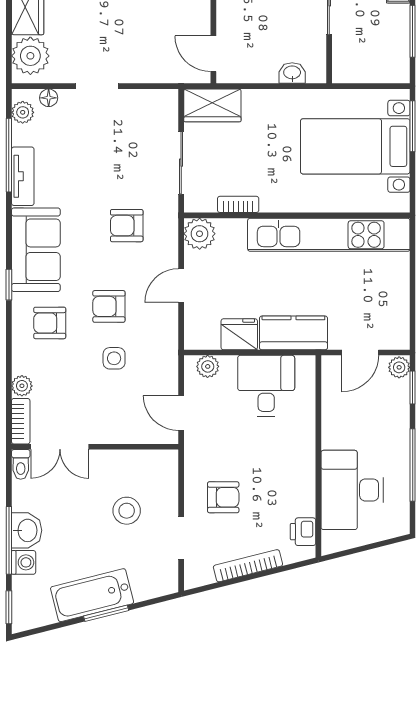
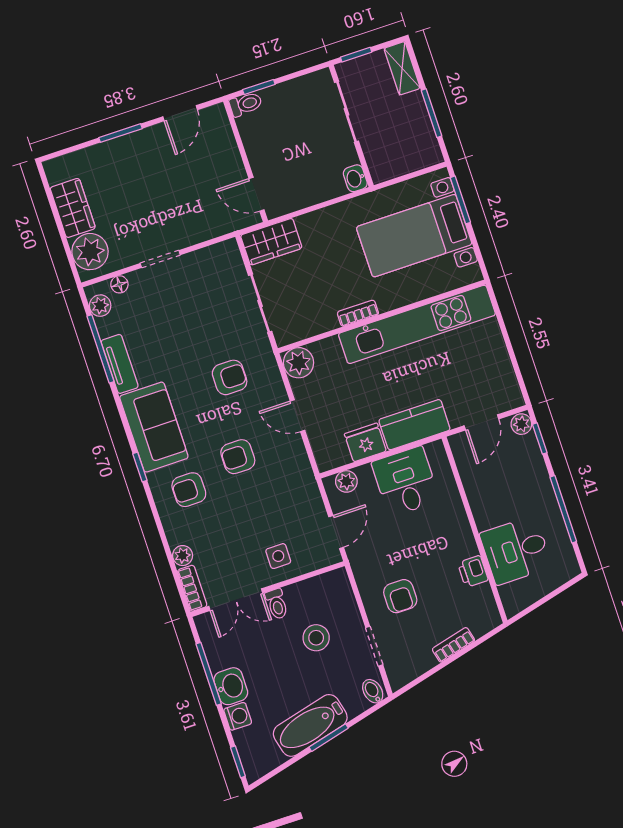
washbasin: (292, 73) -> (355, 178), moved, turned -90
bookcase: (238, 204) -> (358, 313), moved
armchair: (127, 226) -> (230, 377), turned 180
door: (181, 286) -> (297, 416), hinge flipped
side table: (114, 358) -> (278, 556), moved
door: (181, 413) -> (336, 532), swing flipped
toilet: (21, 464) -> (277, 604), moved
desk: (352, 490) -> (516, 550), width x0.73
armchair: (223, 497) -> (400, 596), turned 90
printer: (303, 532) -> (473, 571), moved
window: (9, 540) -> (209, 674), moved
bookcase: (248, 566) -> (453, 645), width x0.64
bidet: (165, 582) -> (373, 691), added

